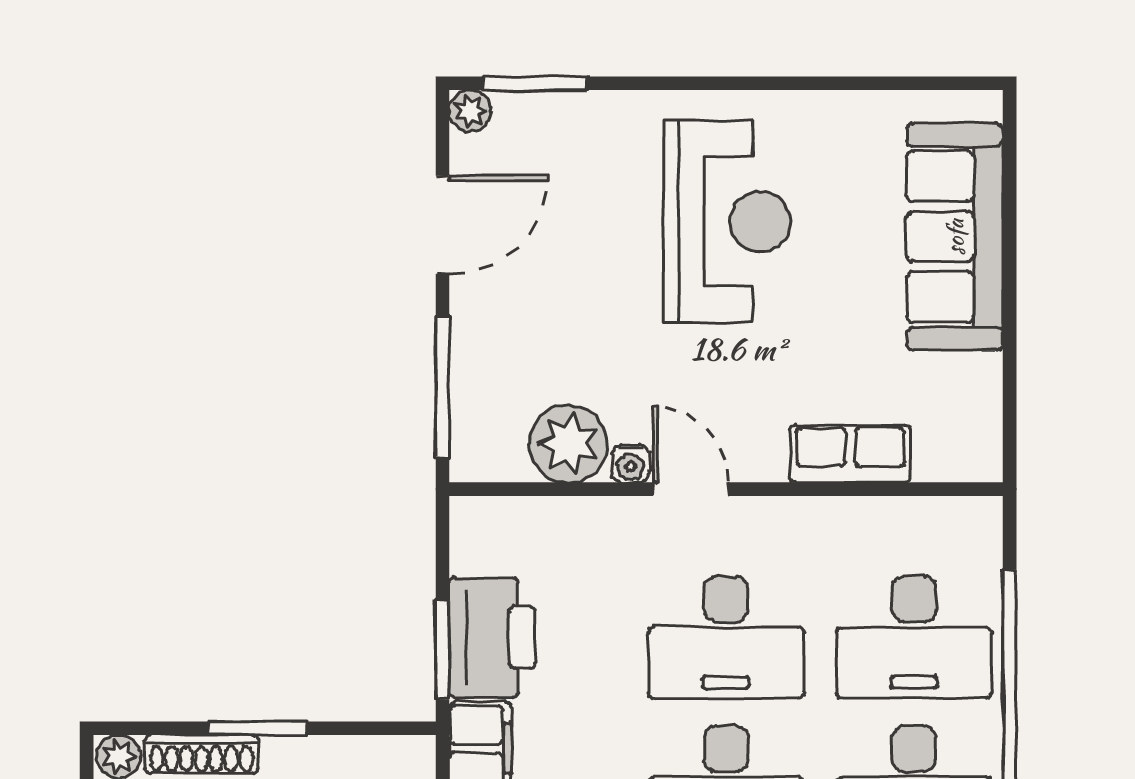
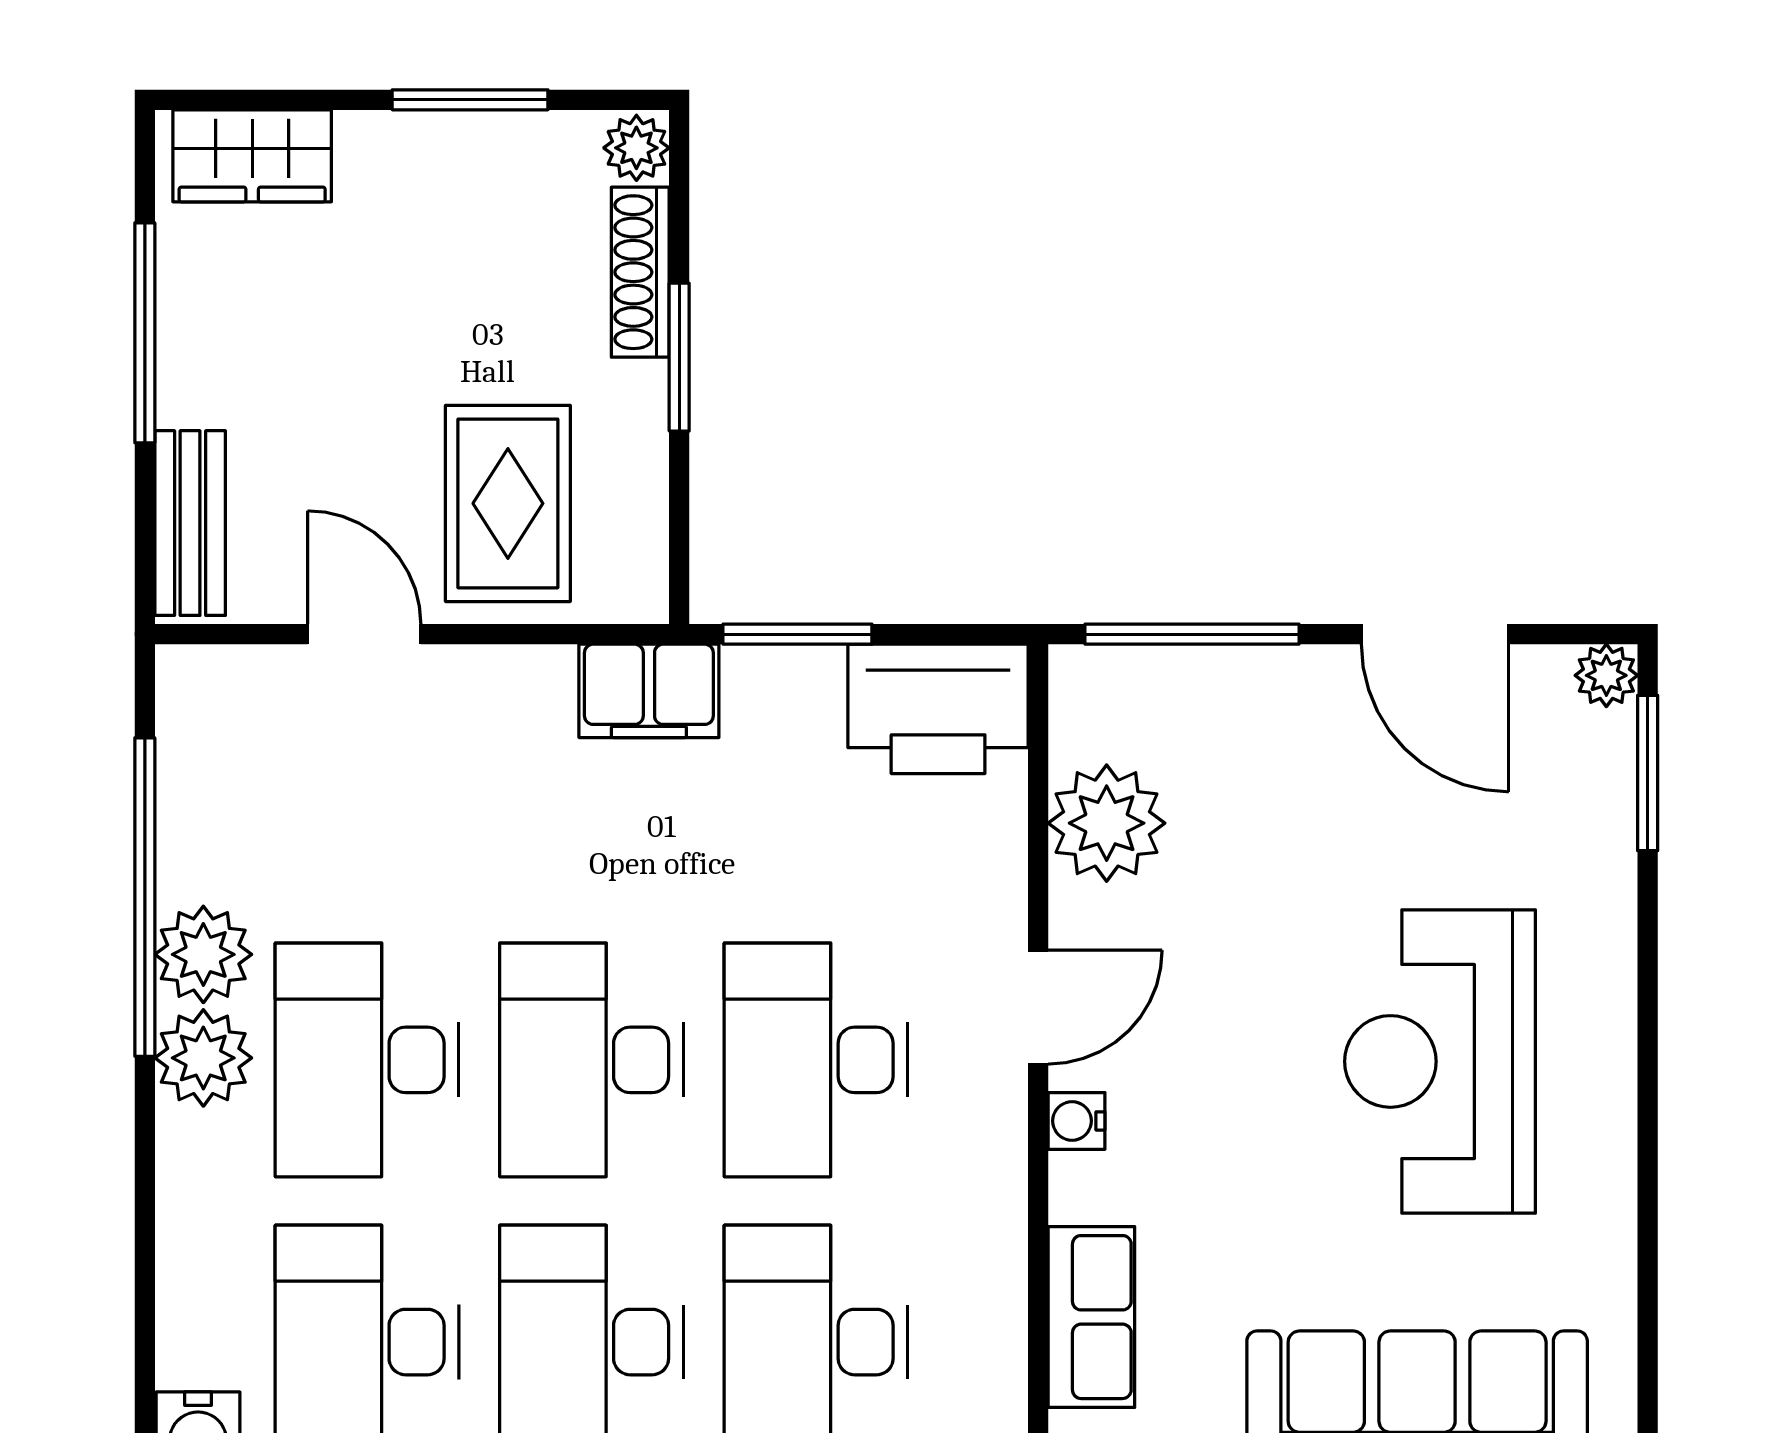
reception desk: (727, 221) -> (1440, 1061), turned 90
row of seats: (850, 454) -> (1091, 1317), moved
water cooler: (631, 464) -> (1077, 1121), moved
printer: (492, 637) -> (938, 709), moved

